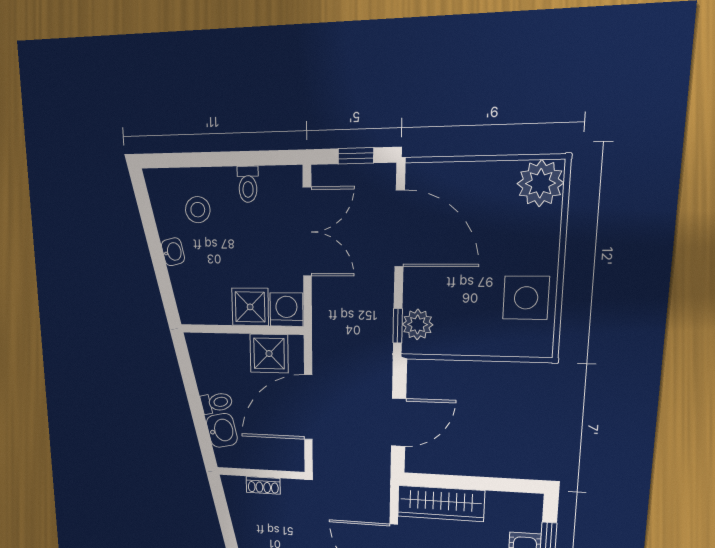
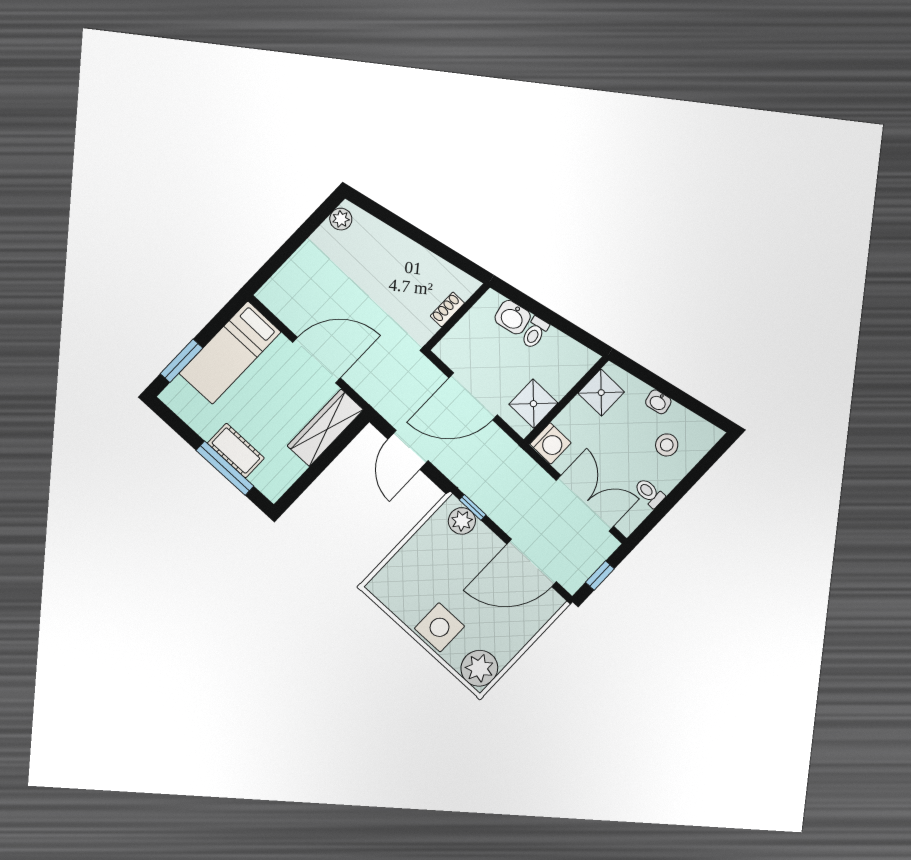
double door: (307, 232) -> (585, 503), swing flipped
side table: (526, 298) -> (440, 627), moved
shower: (250, 307) -> (601, 393), moved
door: (308, 407) -> (473, 396), swing flipped

